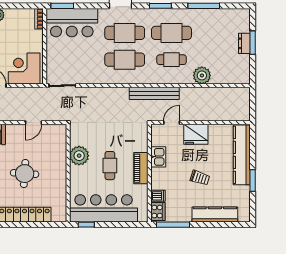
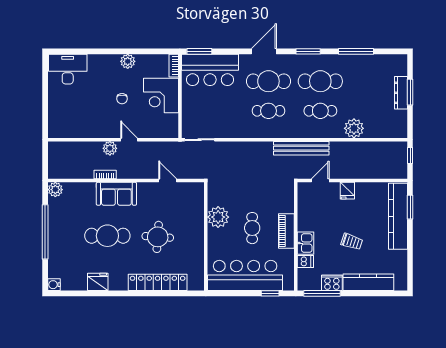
dresser: (244, 43) -> (401, 93), width x1.44
cafe table: (125, 60) -> (268, 111), width x0.73, depth x0.74
corner desk: (24, 69) -> (161, 95), moved, turned -90
window: (253, 100) -> (410, 155), added
door: (34, 123) -> (168, 181), swing flipped
fridge: (196, 134) -> (347, 191), width x0.53, depth x0.75
kitchen sink: (158, 157) -> (306, 243), moved
window: (253, 180) -> (410, 207), moved
cooker: (158, 212) -> (332, 283), moved, turned -90
window: (86, 225) -> (270, 293), moved

